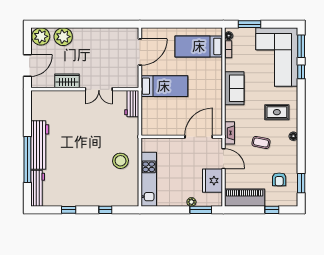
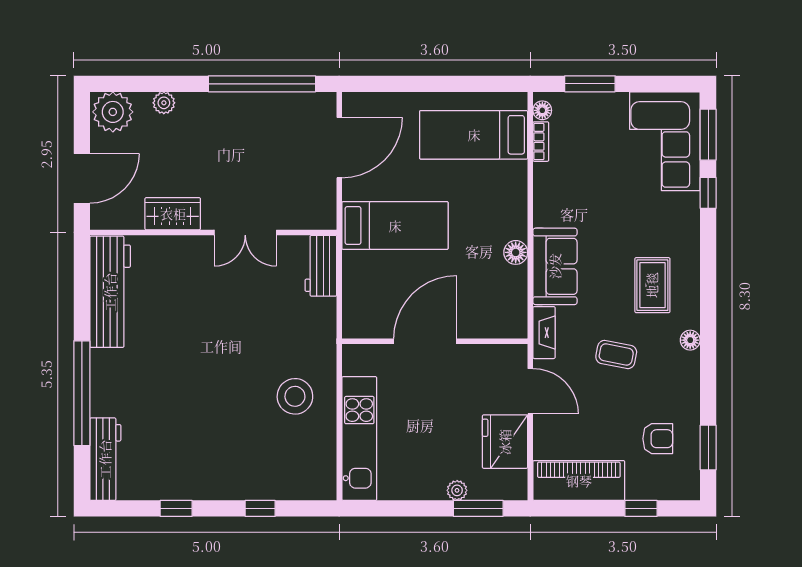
window: (106, 24) -> (262, 84), added
plant: (63, 37) -> (164, 103), width x0.53, depth x0.53
corner sofa: (277, 57) -> (665, 141), width x0.73, depth x0.74
sofa: (234, 88) -> (555, 266), moved
floor lamp: (217, 98) -> (516, 252), added
rug: (277, 112) -> (652, 285), turned 90
door: (199, 137) -> (425, 341), moved
workbench: (40, 145) -> (110, 292), moved
armchair: (279, 179) -> (658, 439), turned -90

